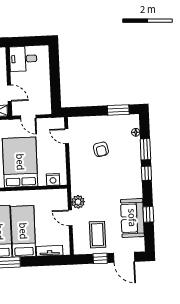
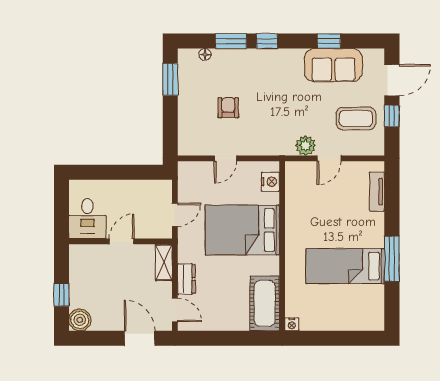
door: (9, 93) -> (122, 241), moved
door: (67, 136) -> (225, 158), moved
armchair: (101, 149) -> (228, 108), turned -79
bed: (23, 231) -> (346, 230), removed

